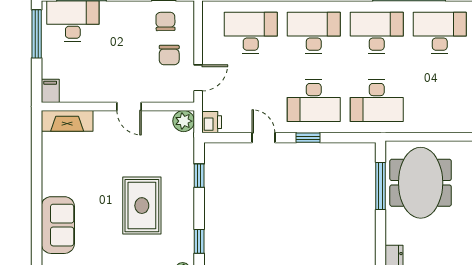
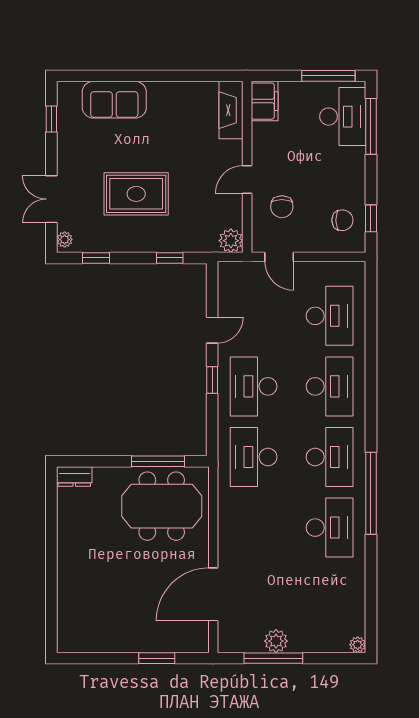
chair: (169, 55) -> (282, 207), moved, turned -90
filing cabinet: (50, 91) -> (265, 101), width x2.00
printer: (212, 122) -> (230, 272), removed

